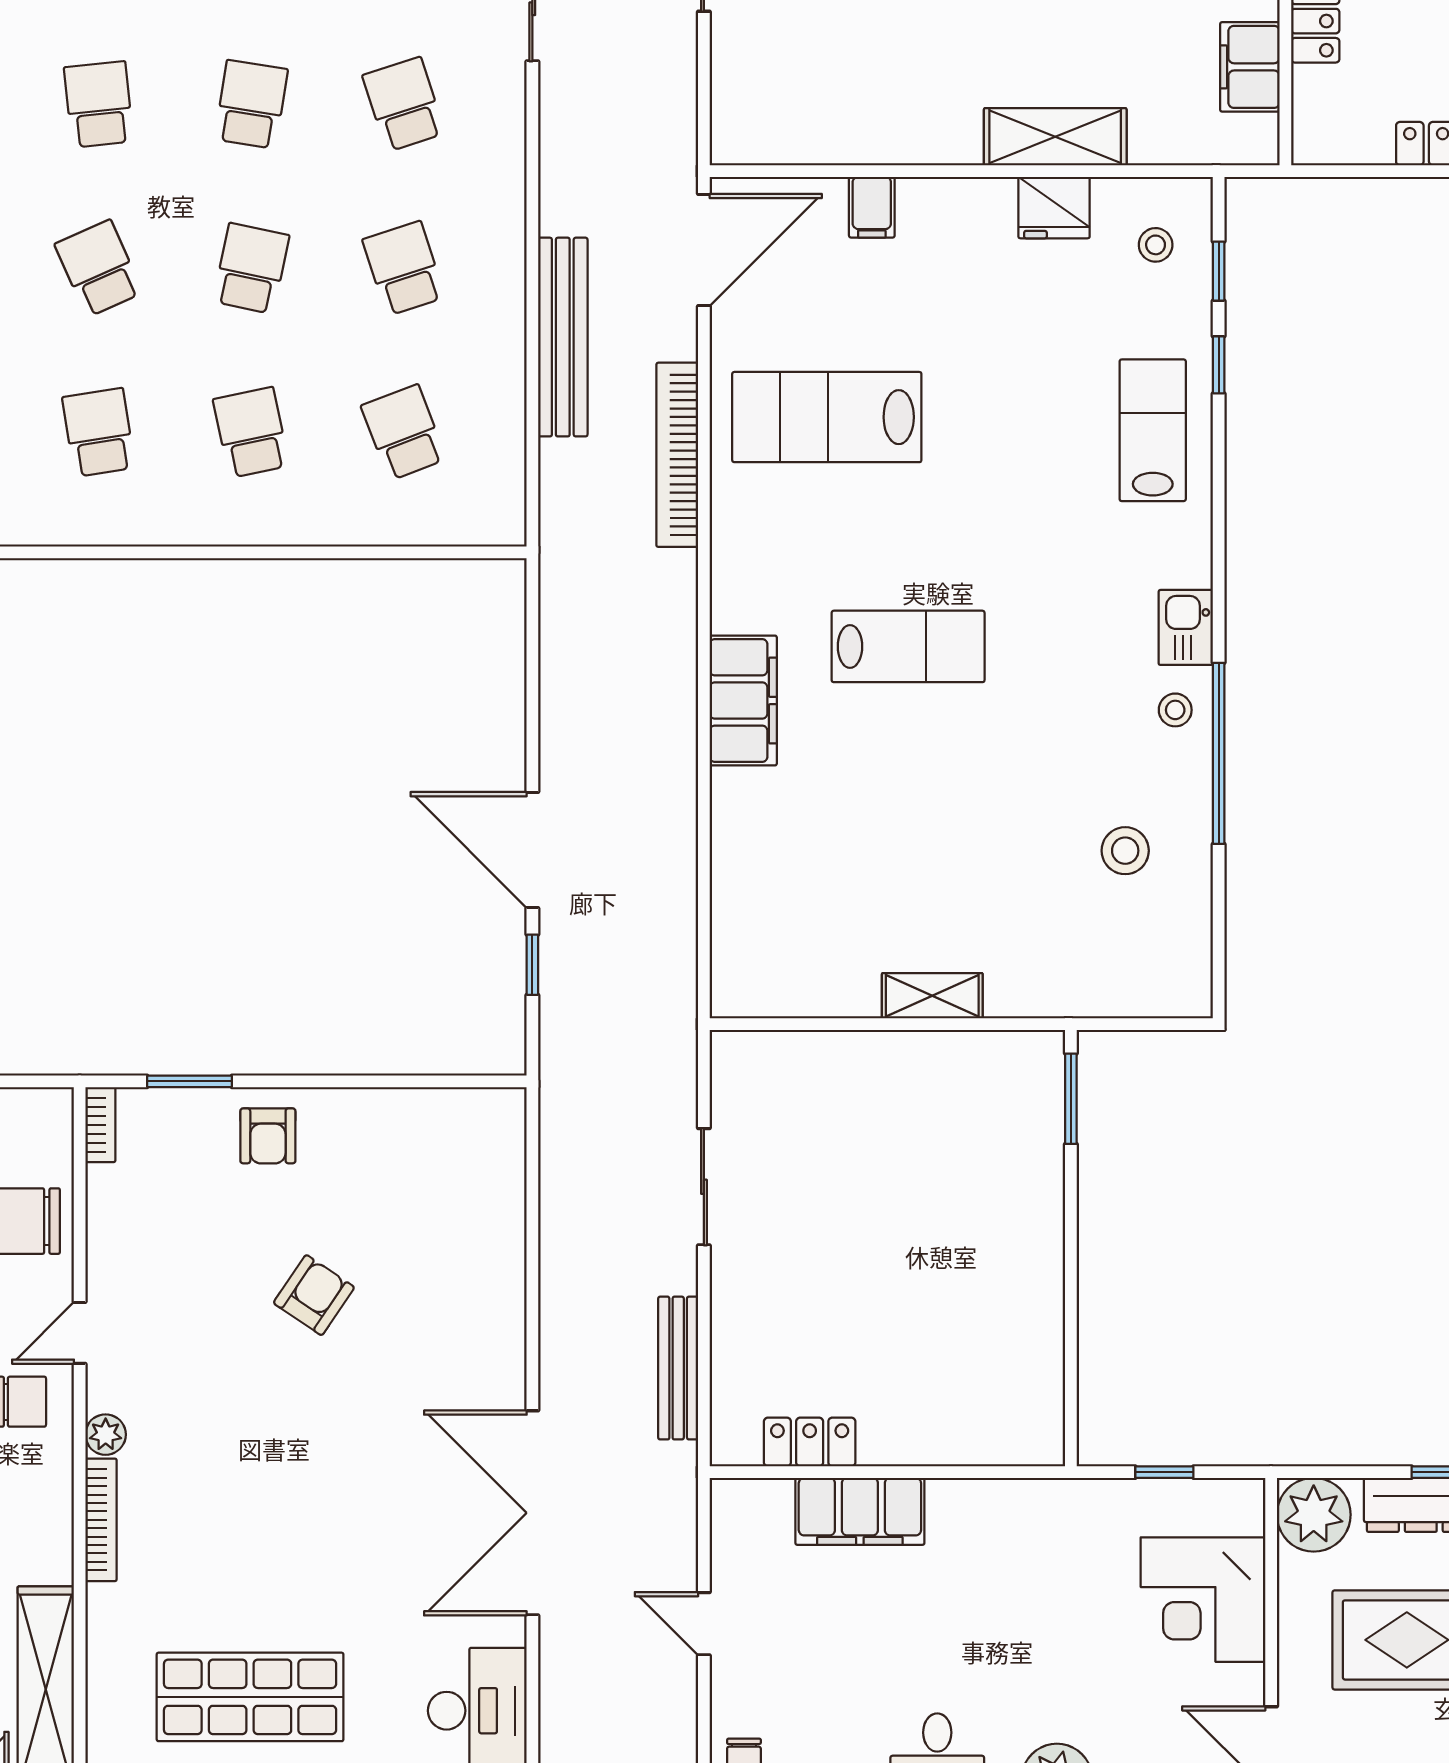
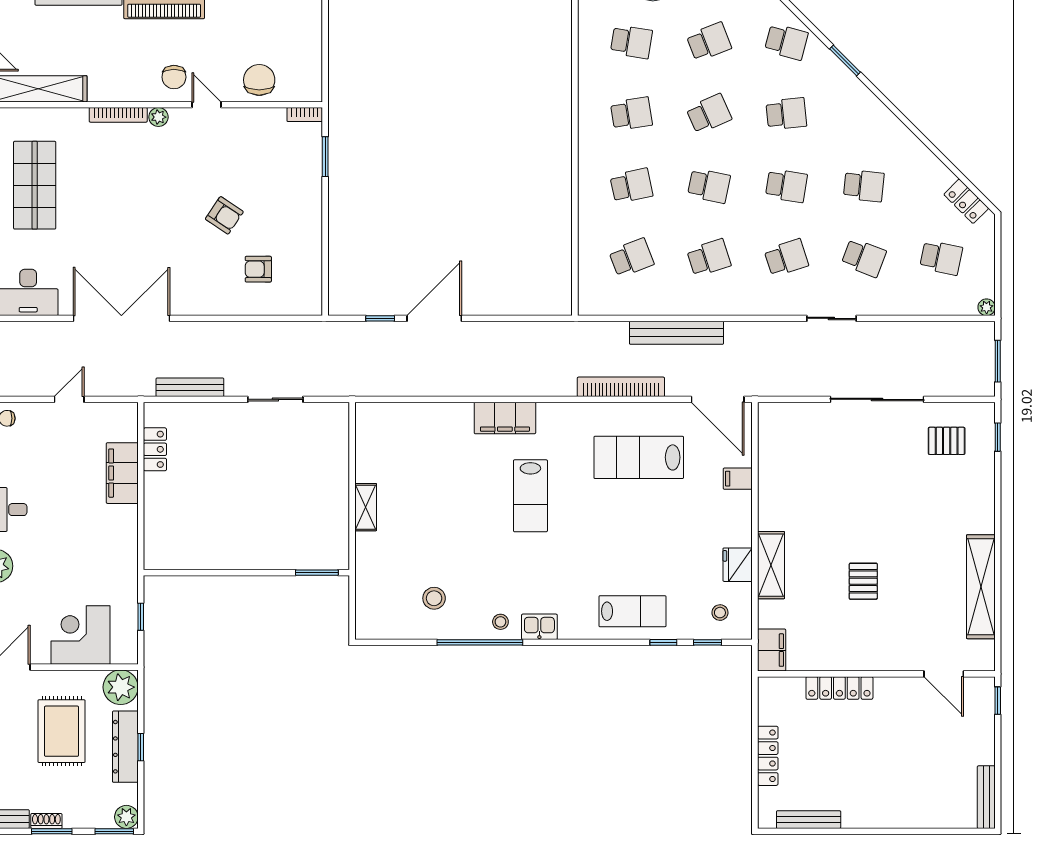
filing cabinet: (1250, 67) -> (772, 650), moved, turned 90
lab bench: (827, 417) -> (639, 457), turned -90
armchair: (268, 1136) -> (258, 269), moved

